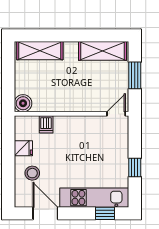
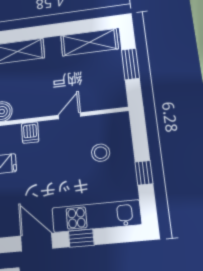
door: (116, 114) -> (69, 116), moved
stool: (32, 173) -> (101, 153), moved
window: (105, 213) -> (81, 238), moved

